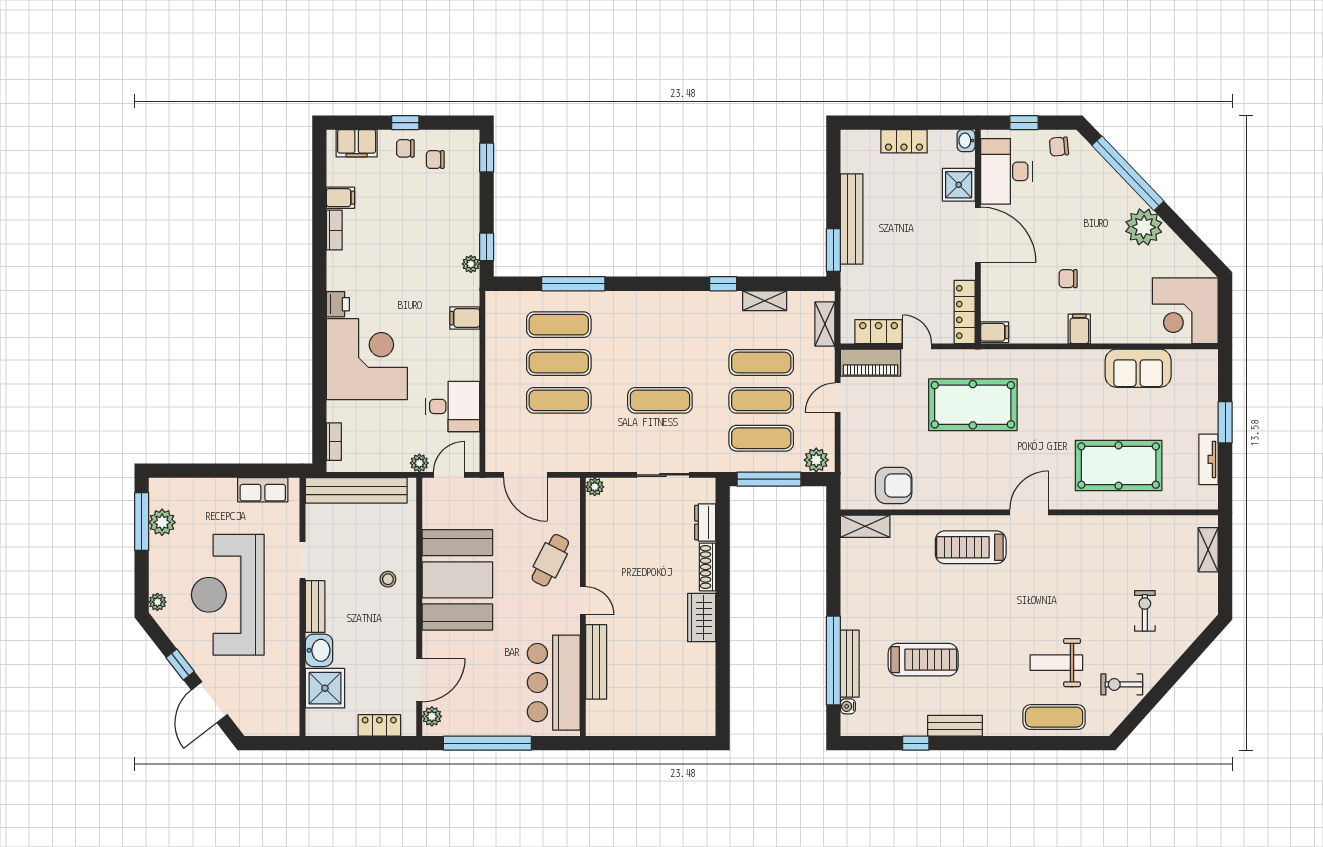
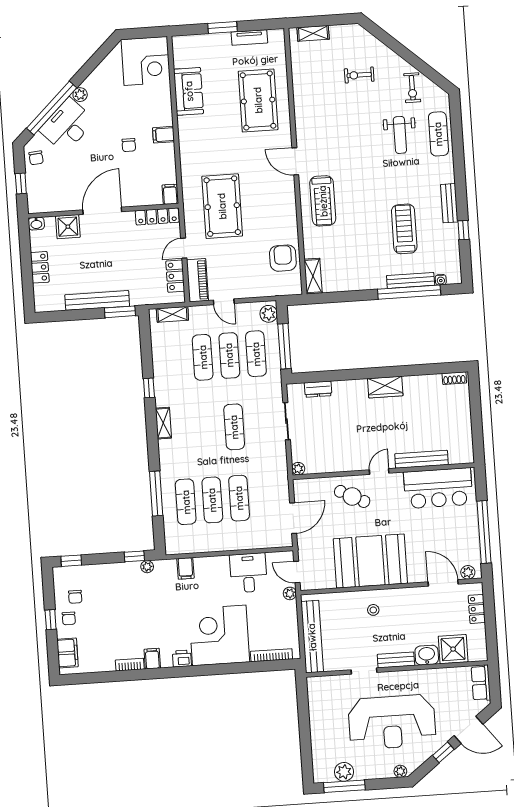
desk: (1006, 171) -> (67, 125), moved, turned 136
filing cabinet: (340, 198) -> (152, 659), moved
plant: (1144, 227) -> (80, 95), width x0.53, depth x0.53
shelving: (765, 301) -> (163, 423), moved
bookcase: (334, 442) -> (271, 655), width x1.56
row of seats: (263, 490) -> (481, 683), moved, turned 180
shoe rack: (707, 567) -> (454, 378), moved, width x0.70

